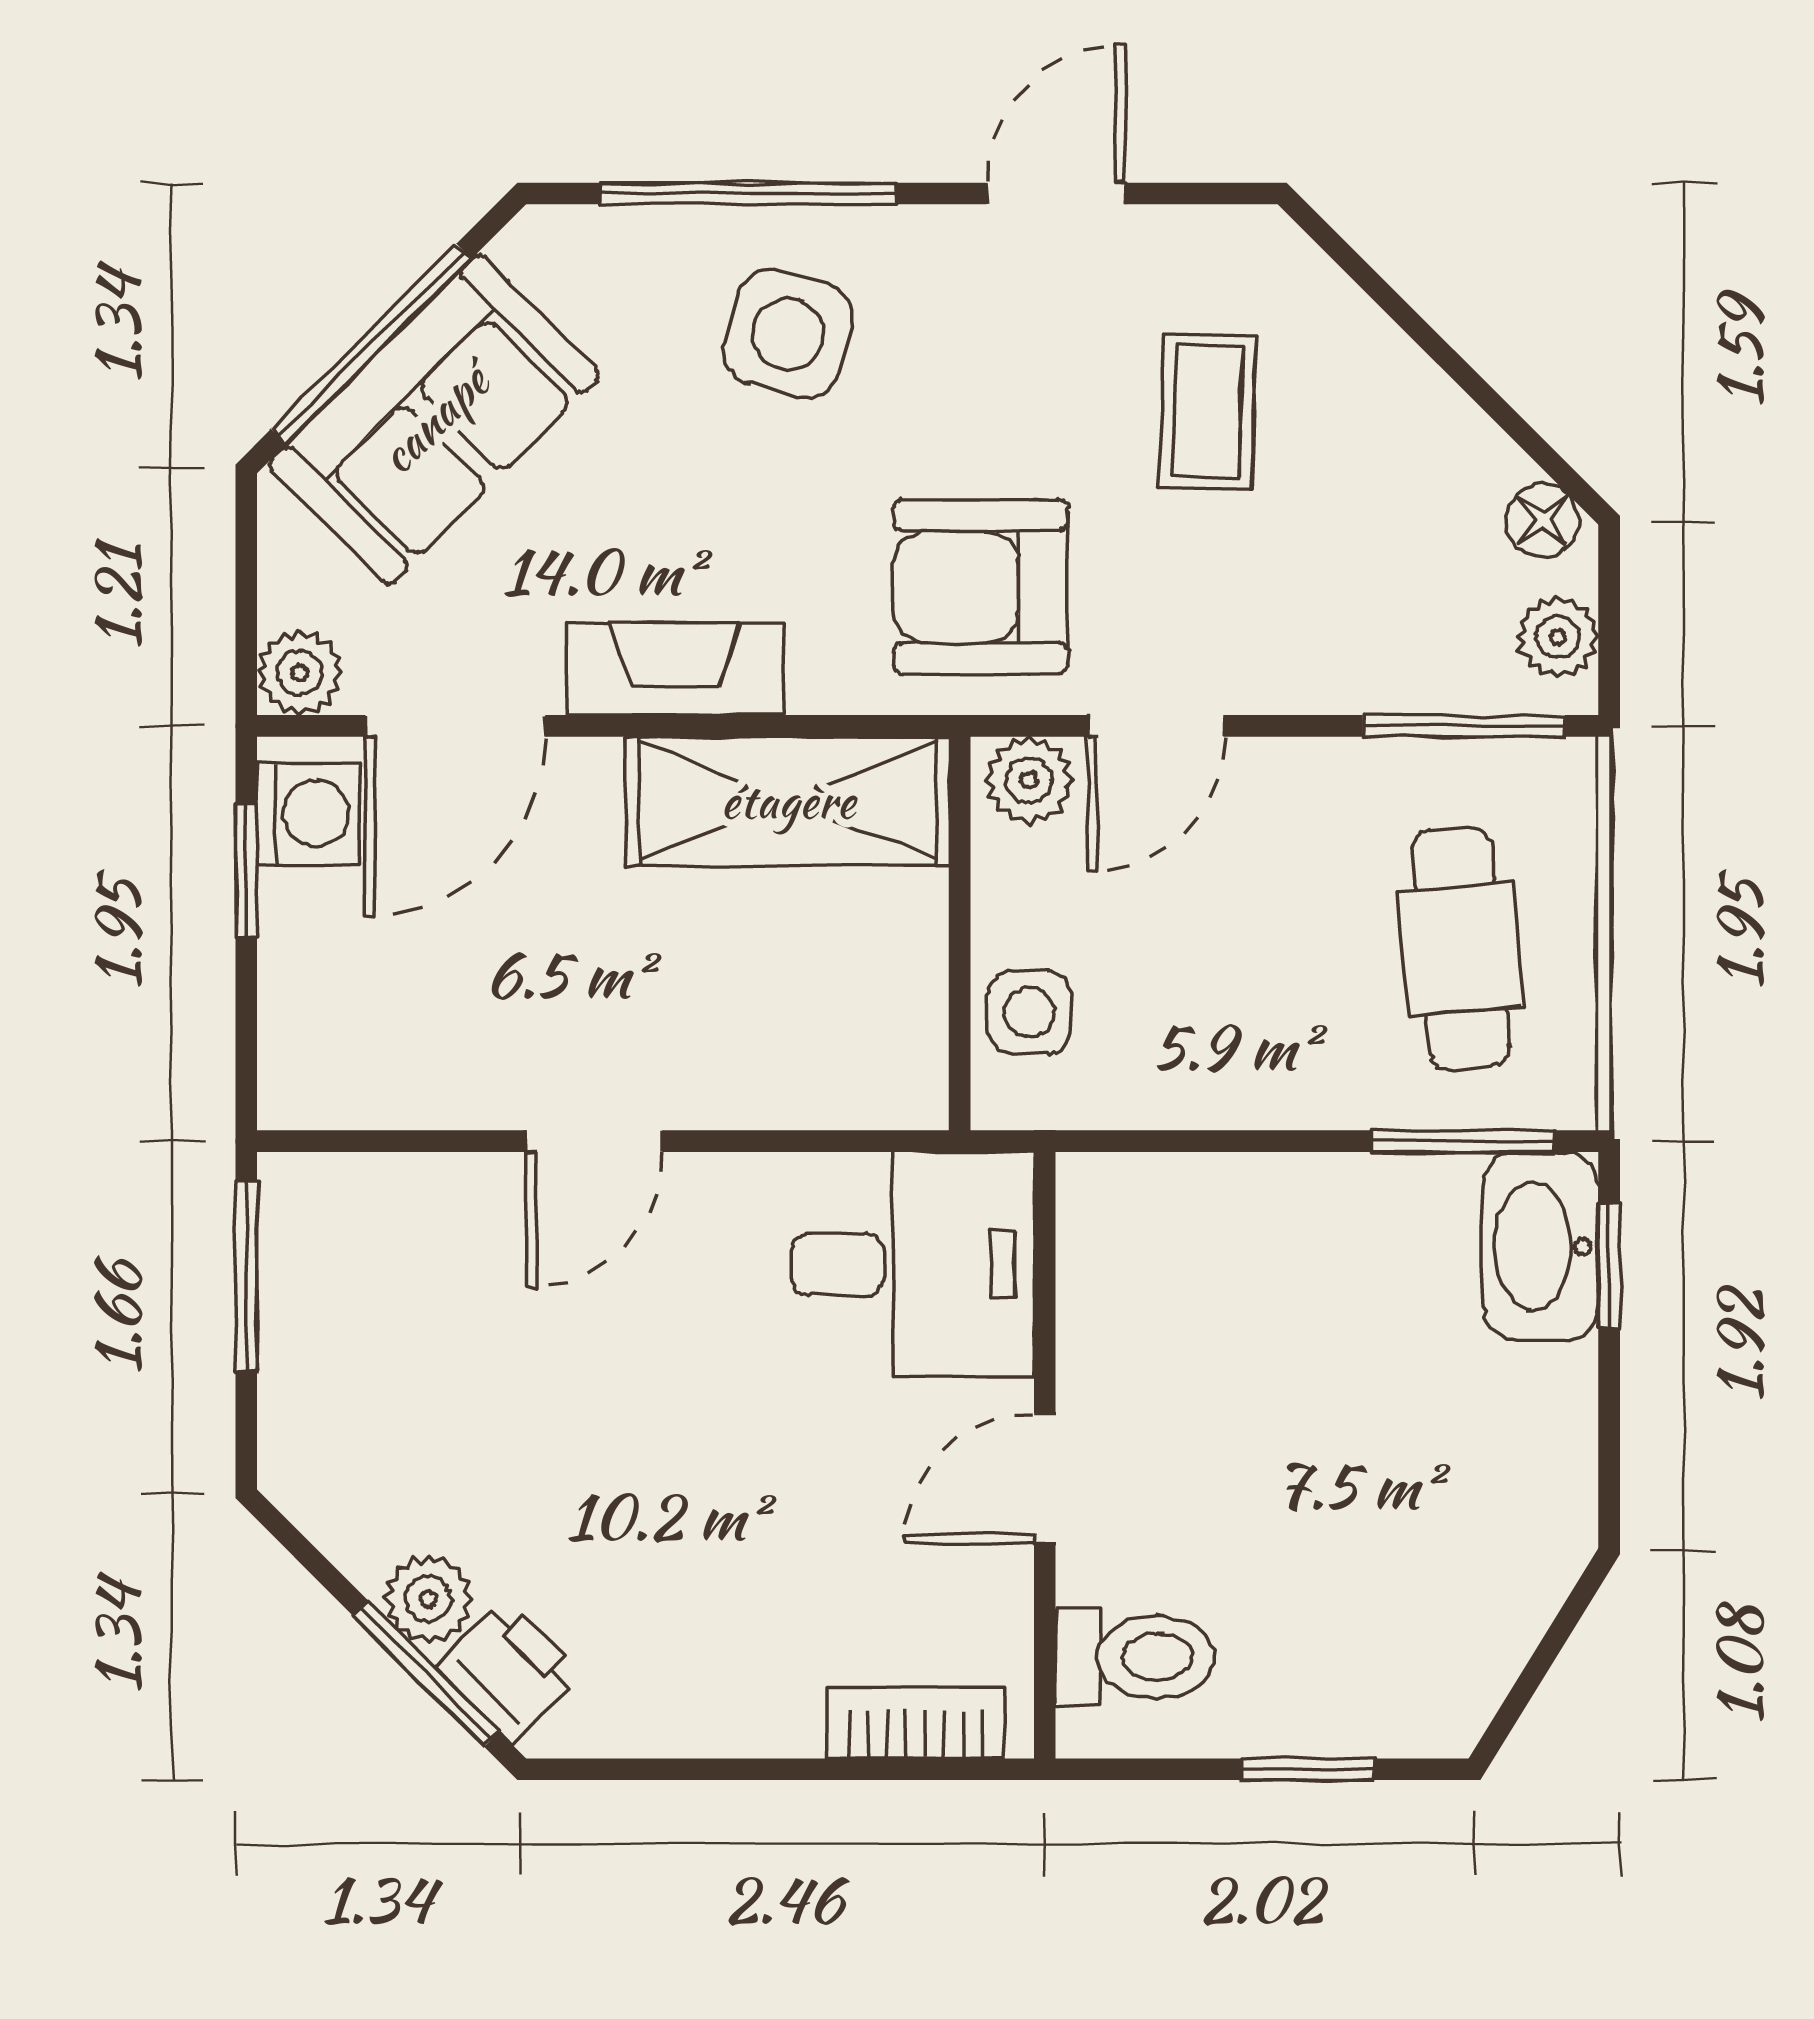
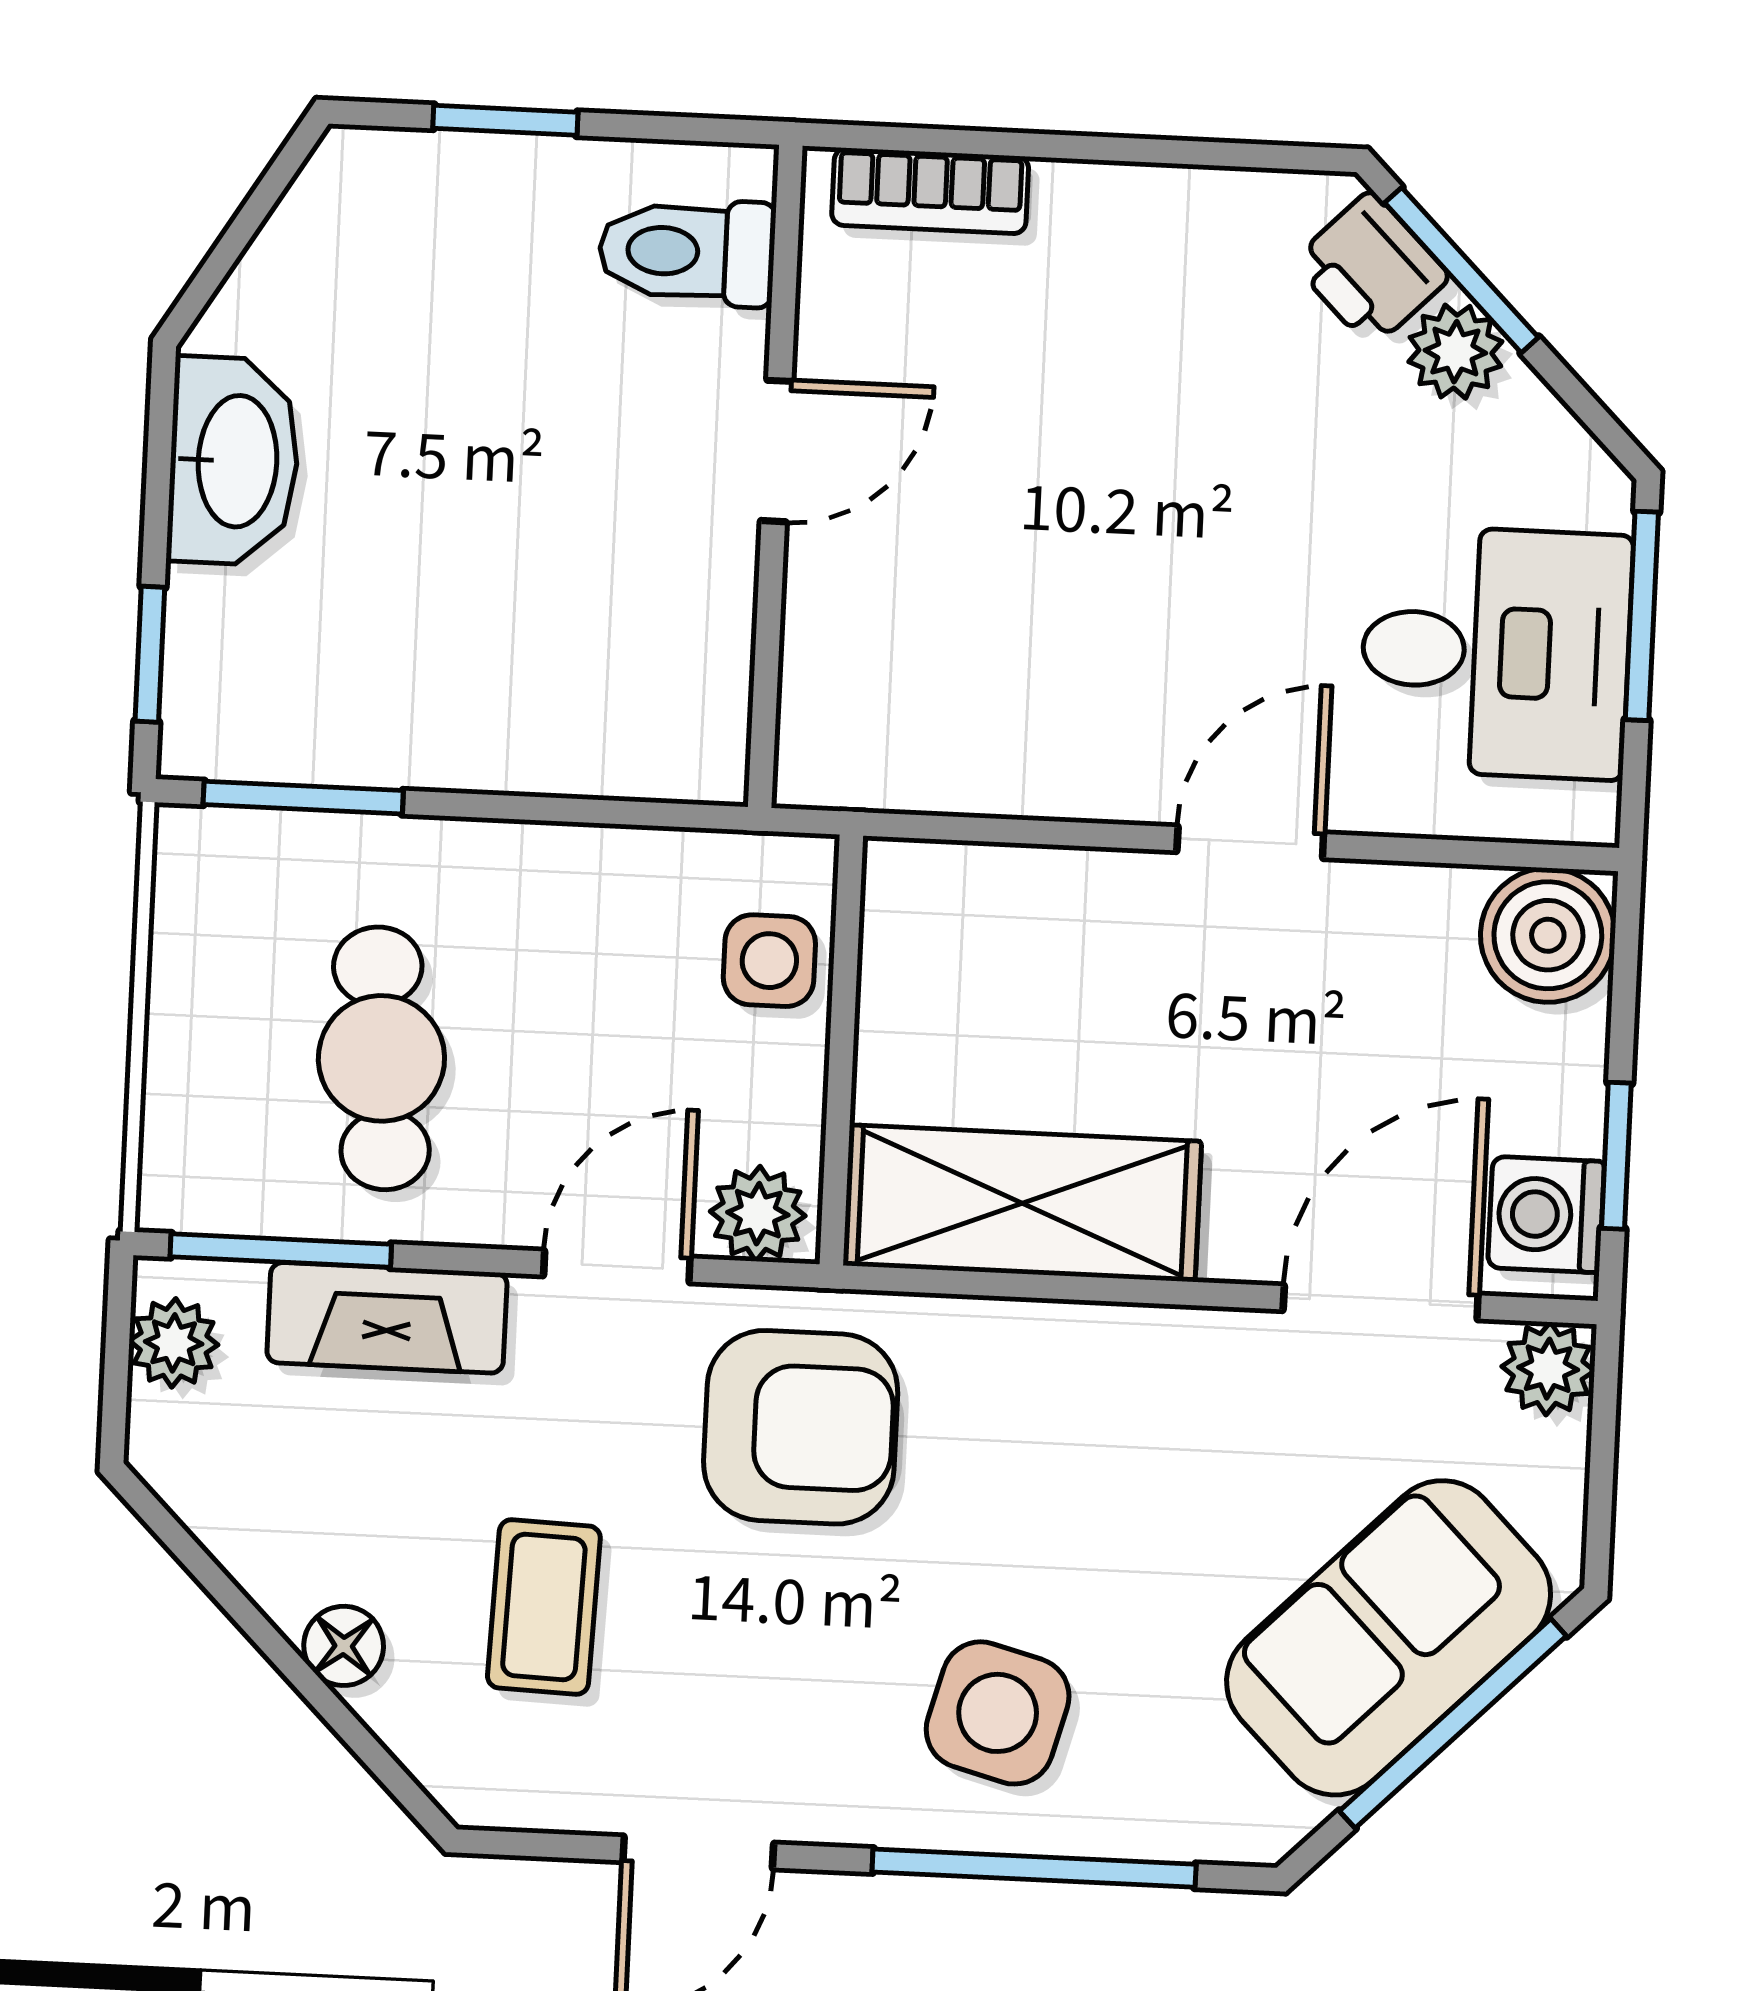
floor lamp: (1543, 520) -> (344, 1646), moved
fireplace: (675, 669) -> (387, 1318), moved
cafe table: (1461, 949) -> (381, 1058), moved
boiler: (318, 1069) -> (1548, 935), added
washbasin: (1541, 1246) -> (234, 461), moved
desk: (913, 1264) -> (1496, 652), moved, turned 180
window: (246, 1276) -> (1642, 616), moved

